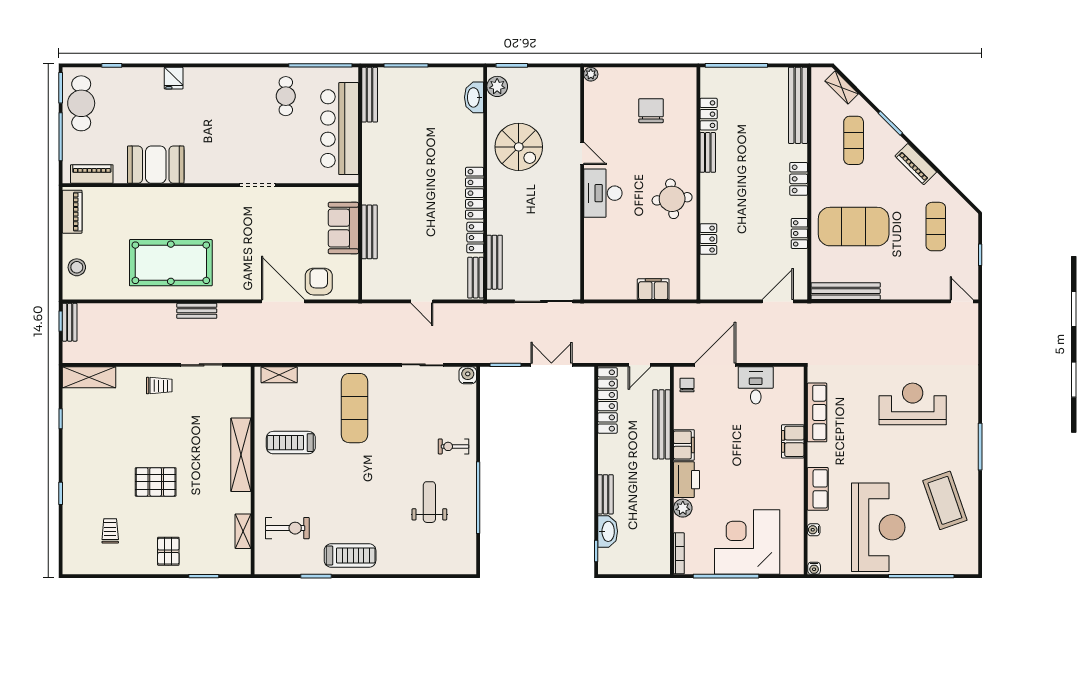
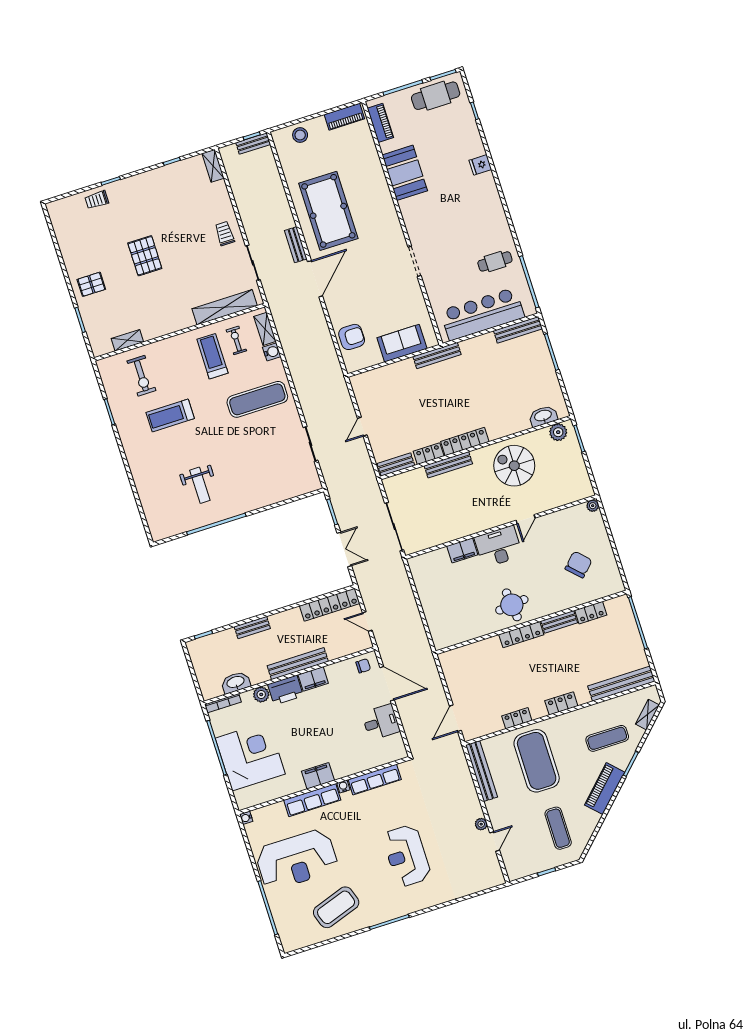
chair: (651, 111) -> (579, 565), turned -45
spiral stairs: (519, 147) -> (514, 466), turned 90
piano: (916, 164) -> (605, 789), width x1.37, depth x1.33
exercise mat: (936, 227) -> (558, 828), turned 90
bench: (369, 232) -> (437, 356), moved
locker: (708, 239) -> (521, 635), moved, width x1.53
bench: (495, 262) -> (448, 465), moved
filing cabinet: (653, 289) -> (462, 550), moved, turned 90
door: (283, 301) -> (315, 279), moved
door: (778, 301) -> (455, 718), swing flipped
door: (962, 301) -> (495, 841), moved
plant: (904, 310) -> (481, 824), added
water cooler: (468, 375) -> (272, 352), moved
shelving: (89, 377) -> (213, 166), width x0.67, depth x0.75
trolley: (159, 386) -> (225, 233), turned 180
reception desk: (913, 404) -> (407, 856), turned 180
bench: (661, 424) -> (298, 664), moved
filing cabinet: (793, 441) -> (318, 776), moved
exercise bike: (454, 446) -> (236, 340), moved
shelving: (241, 455) -> (225, 307), moved
row of seats: (818, 489) -> (312, 800), width x1.48
weight bench: (429, 502) -> (200, 485), turned 90
water cooler: (814, 530) -> (343, 786), moved
trolley: (110, 531) -> (97, 200), moved, turned 180
washbasin: (608, 531) -> (236, 682), moved, turned 180
treadmill: (350, 555) -> (170, 415), moved, turned 90

